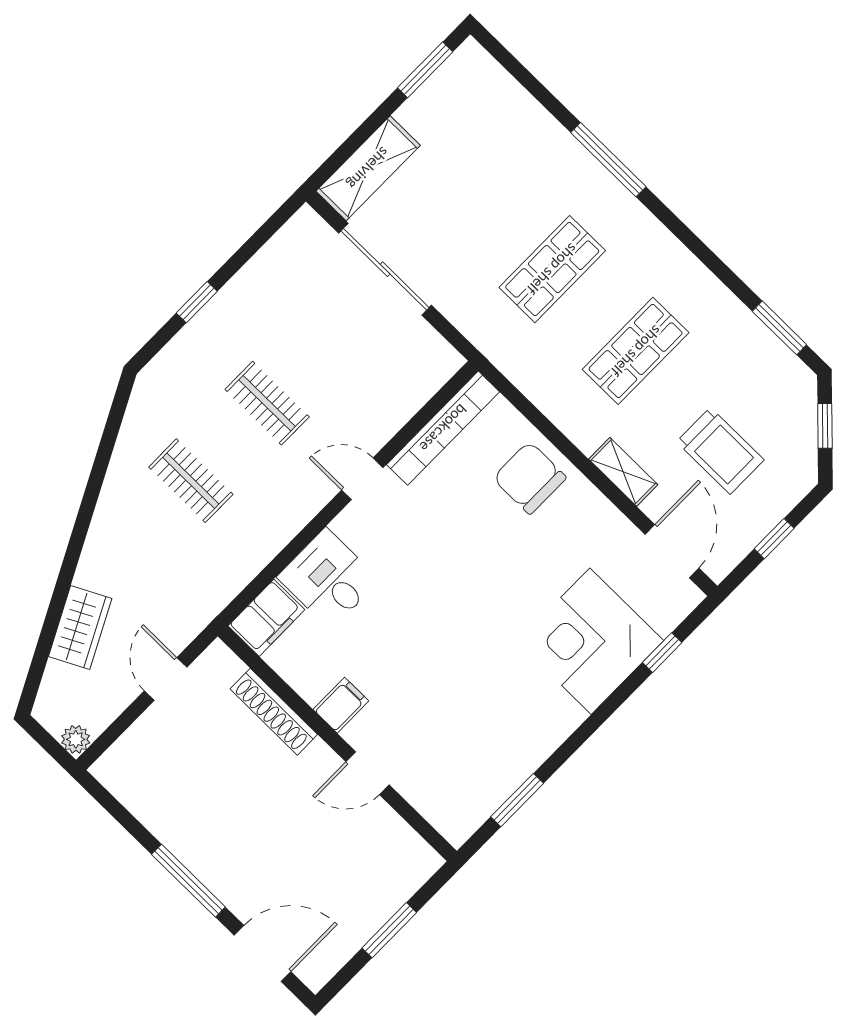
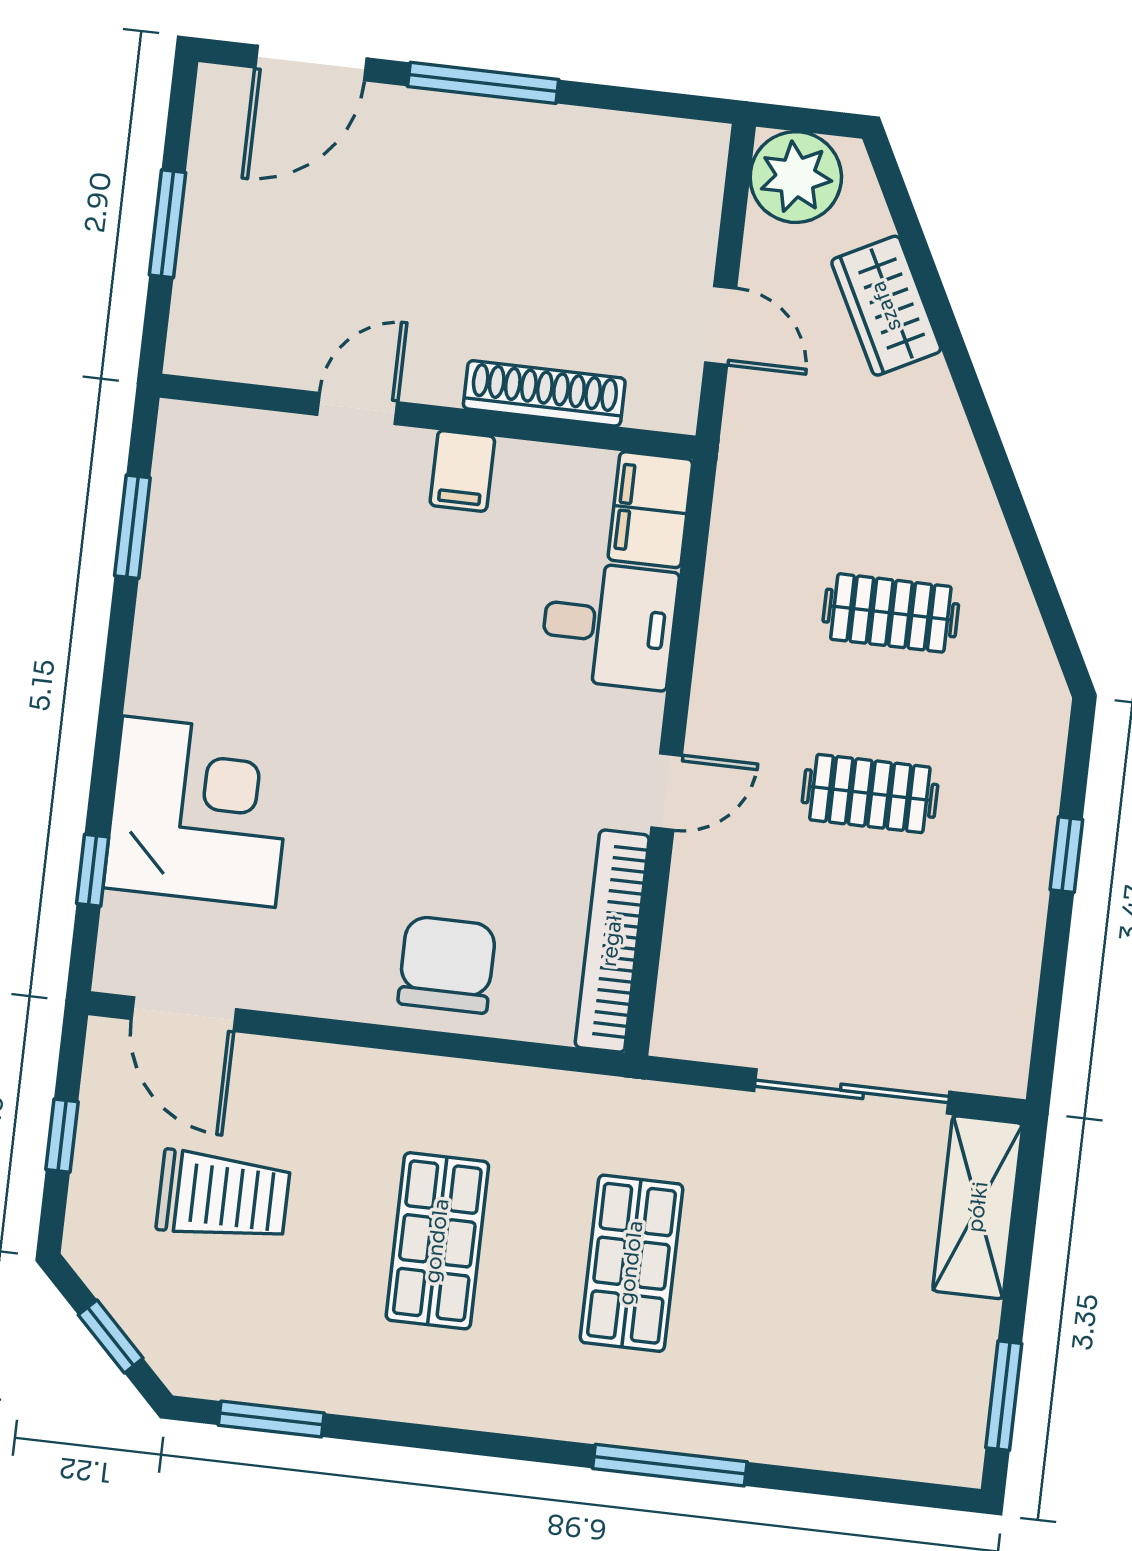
trolley: (720, 451) -> (223, 1196), turned 180
shelving: (623, 472) -> (330, 1069), removed
chair: (530, 478) -> (447, 965), turned -90
plant: (76, 739) -> (796, 177), width x1.87, depth x1.87

